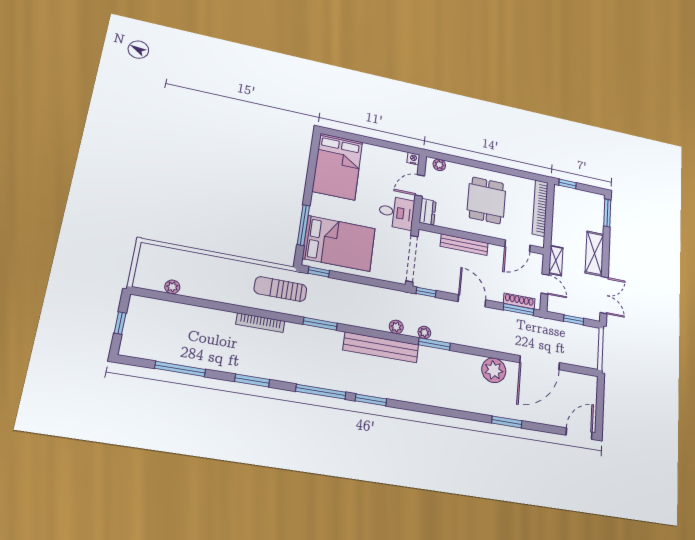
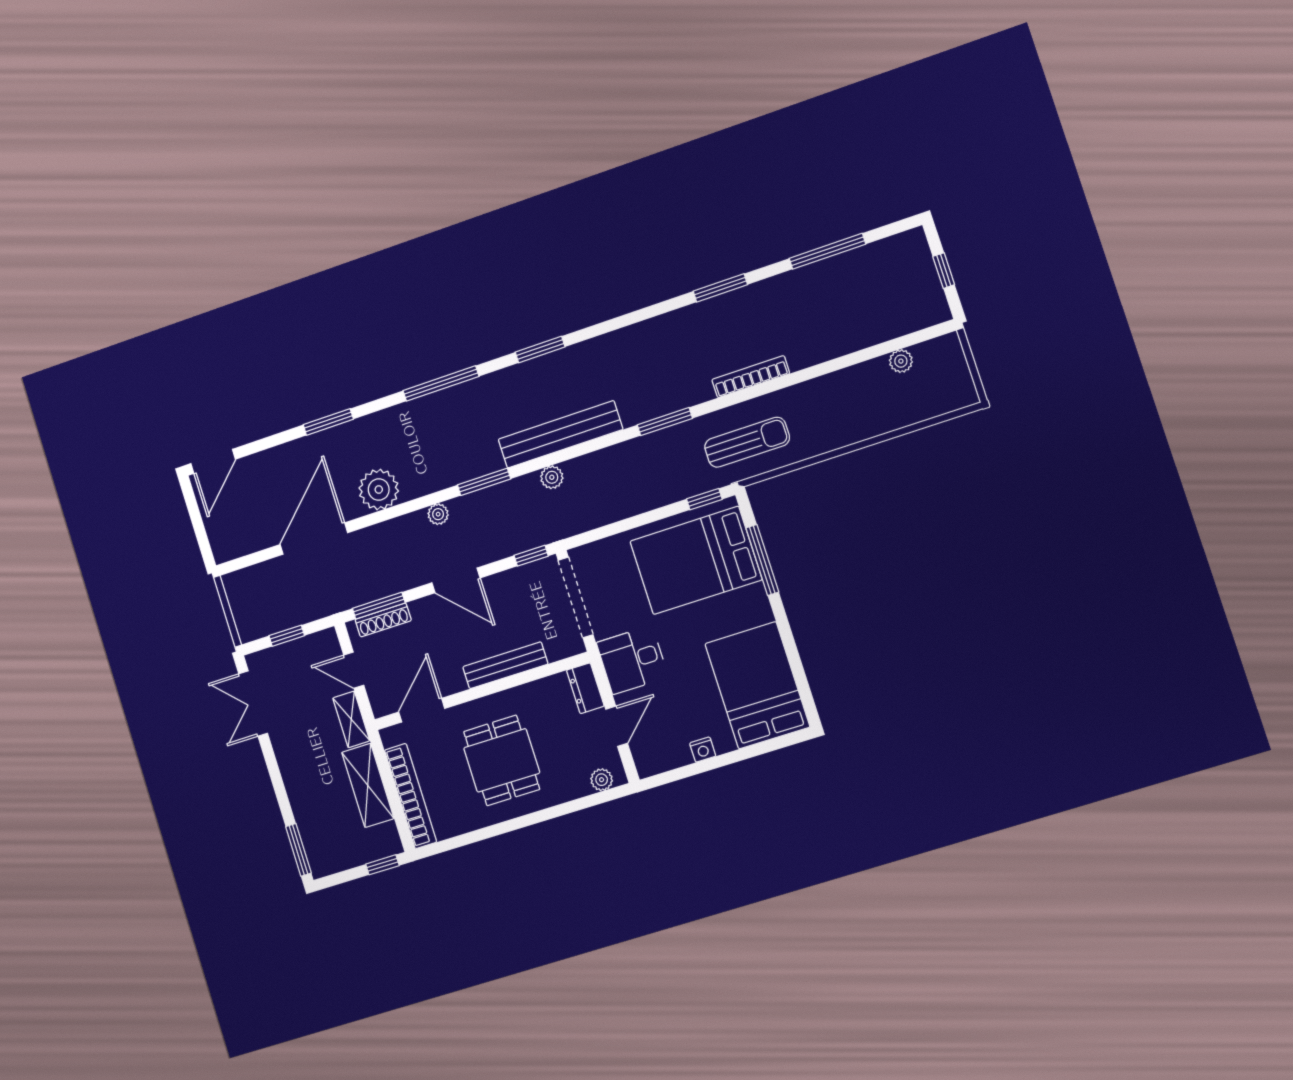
nightstand: (413, 159) -> (703, 750), moved
shelving: (594, 253) -> (368, 785), moved
plant: (424, 332) -> (438, 514), moved
window: (321, 392) -> (441, 383), moved

